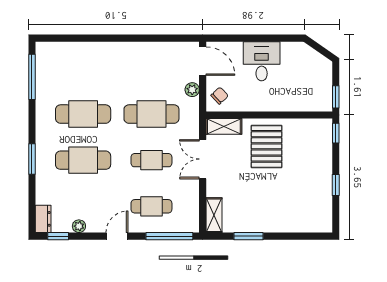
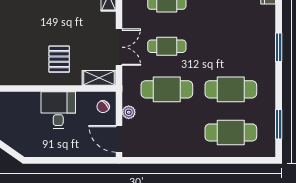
desk: (262, 61) -> (58, 110), moved, turned 180
window: (32, 77) -> (279, 124), width x0.69
pallet: (267, 146) -> (59, 59), width x0.67, depth x0.71
cafe table: (83, 160) -> (231, 132), moved

